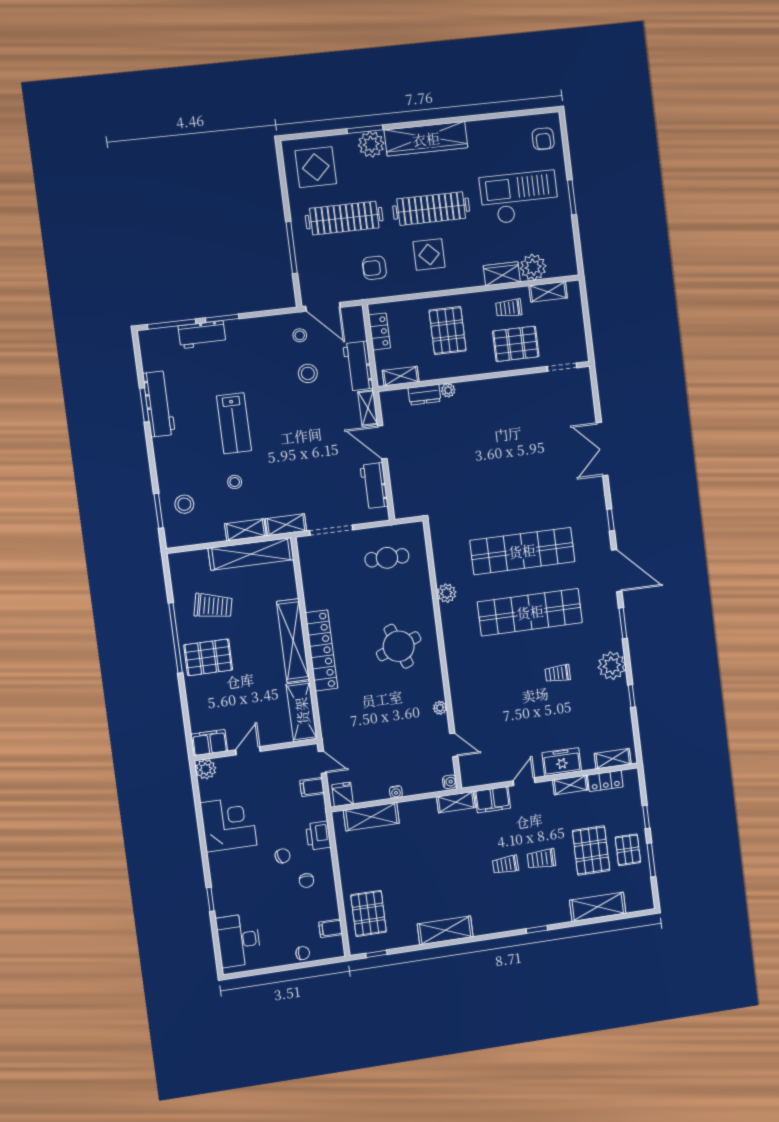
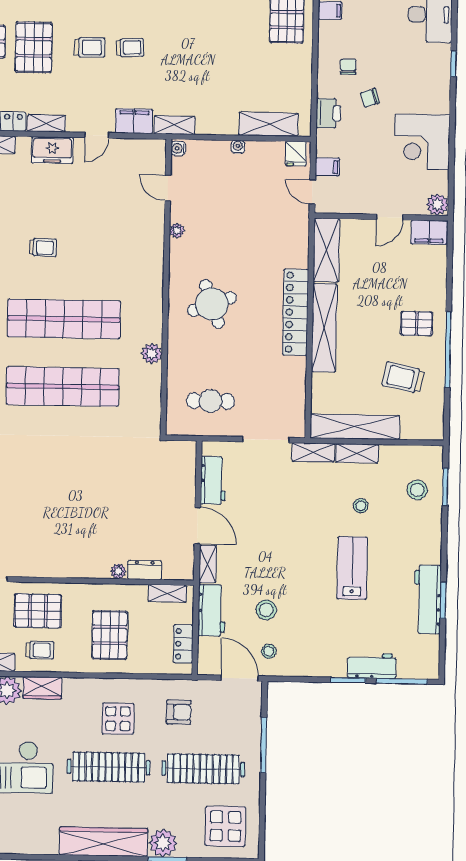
pallet: (208, 657) -> (417, 324), width x0.67, depth x0.71

